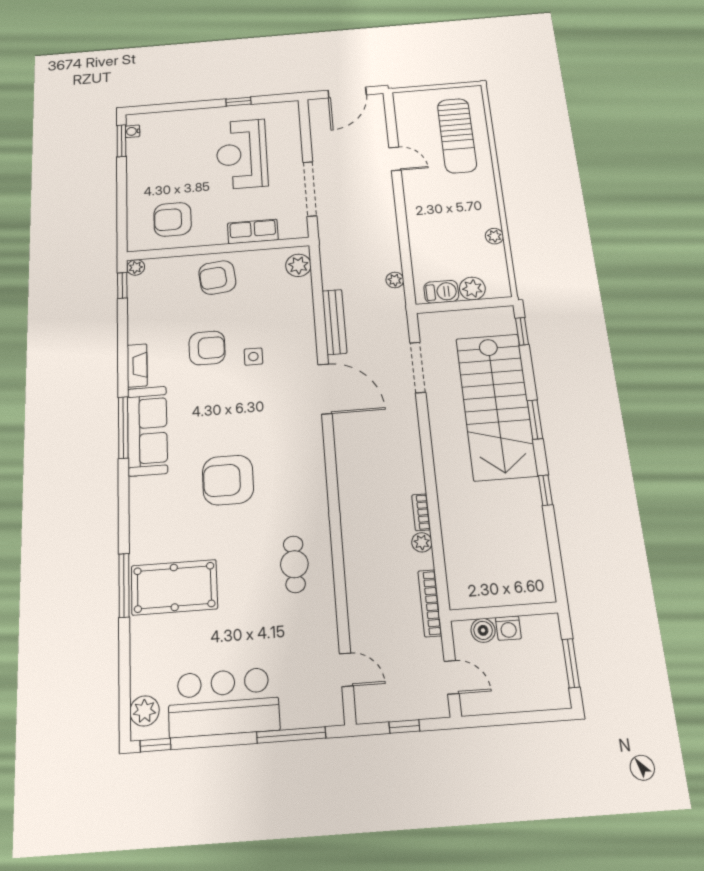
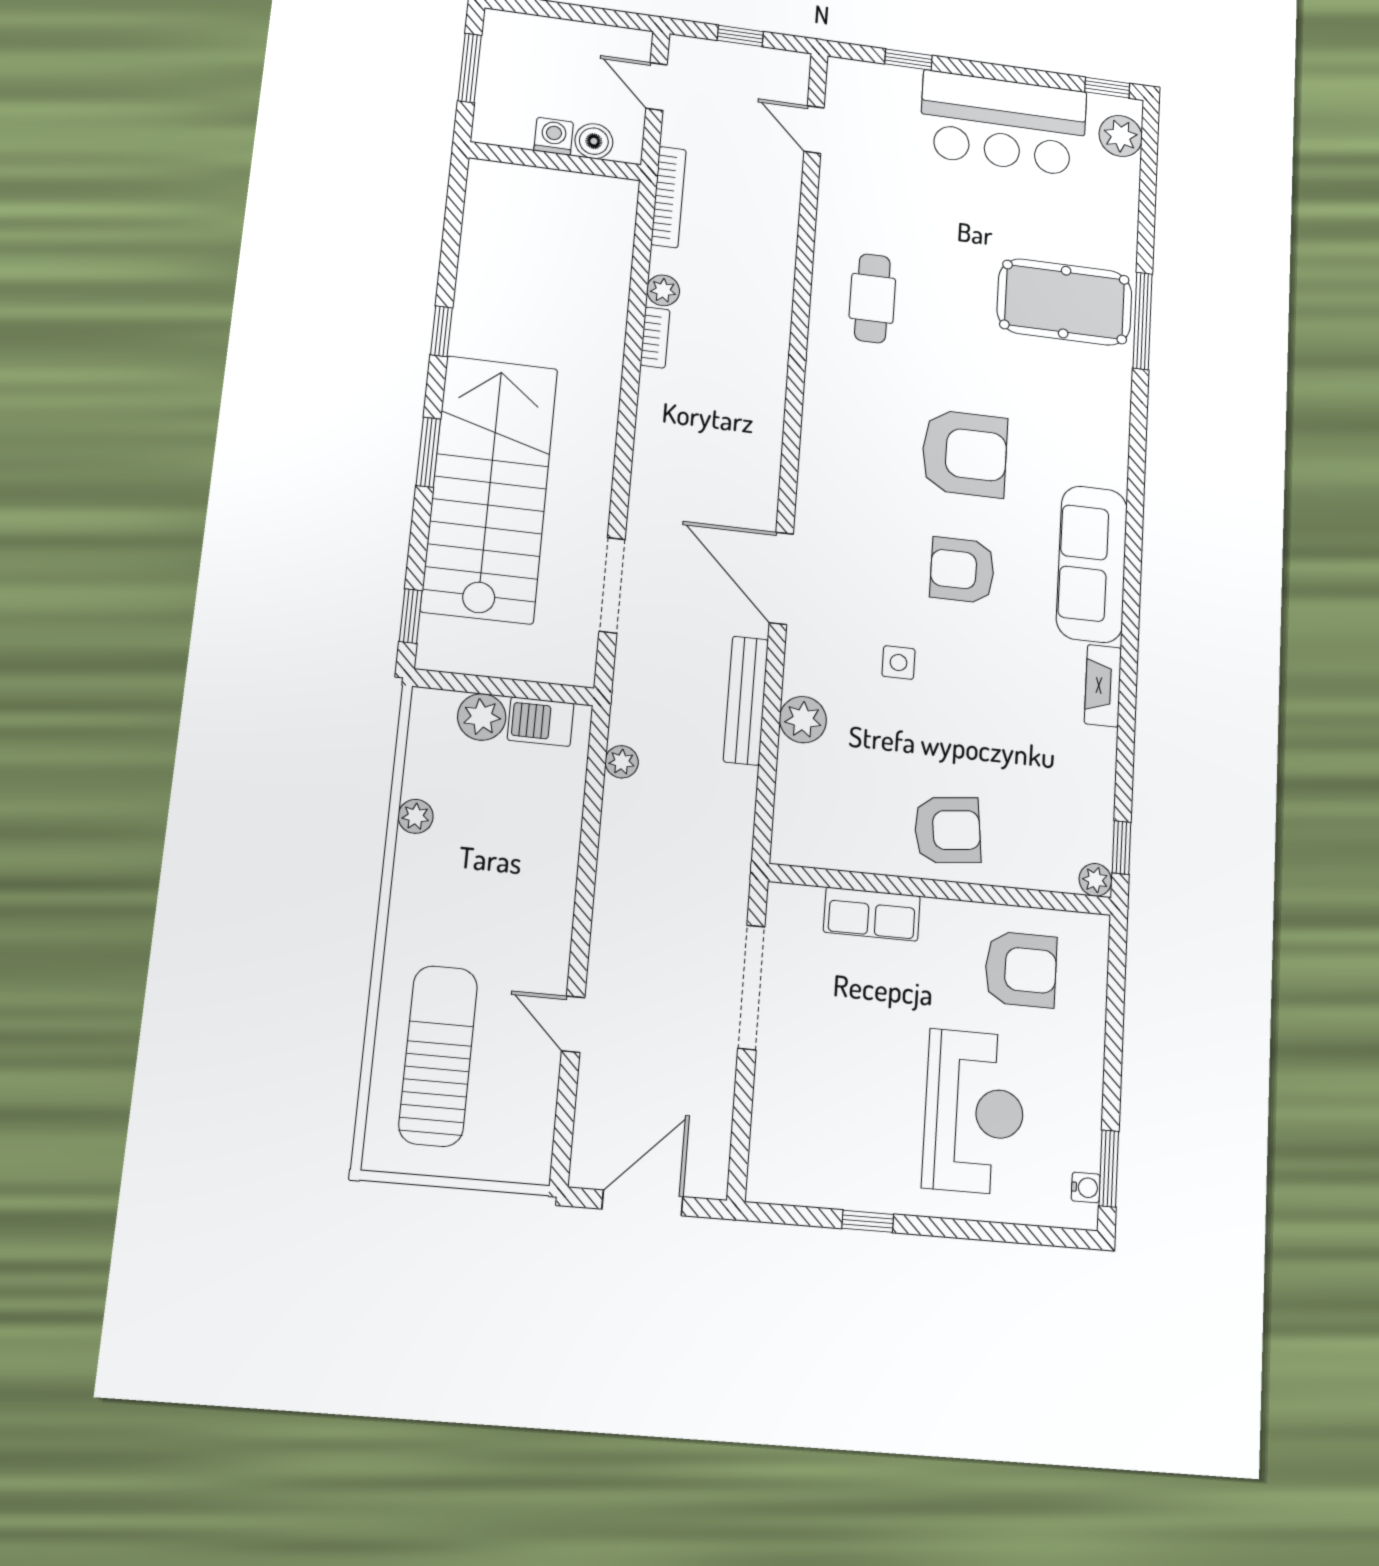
reception desk: (242, 154) -> (974, 1112), moved
plant: (298, 265) -> (803, 720), moved
armchair: (207, 348) -> (962, 570), moved
window: (123, 427) -> (1132, 578), removed
window: (291, 735) -> (908, 60), width x0.46

